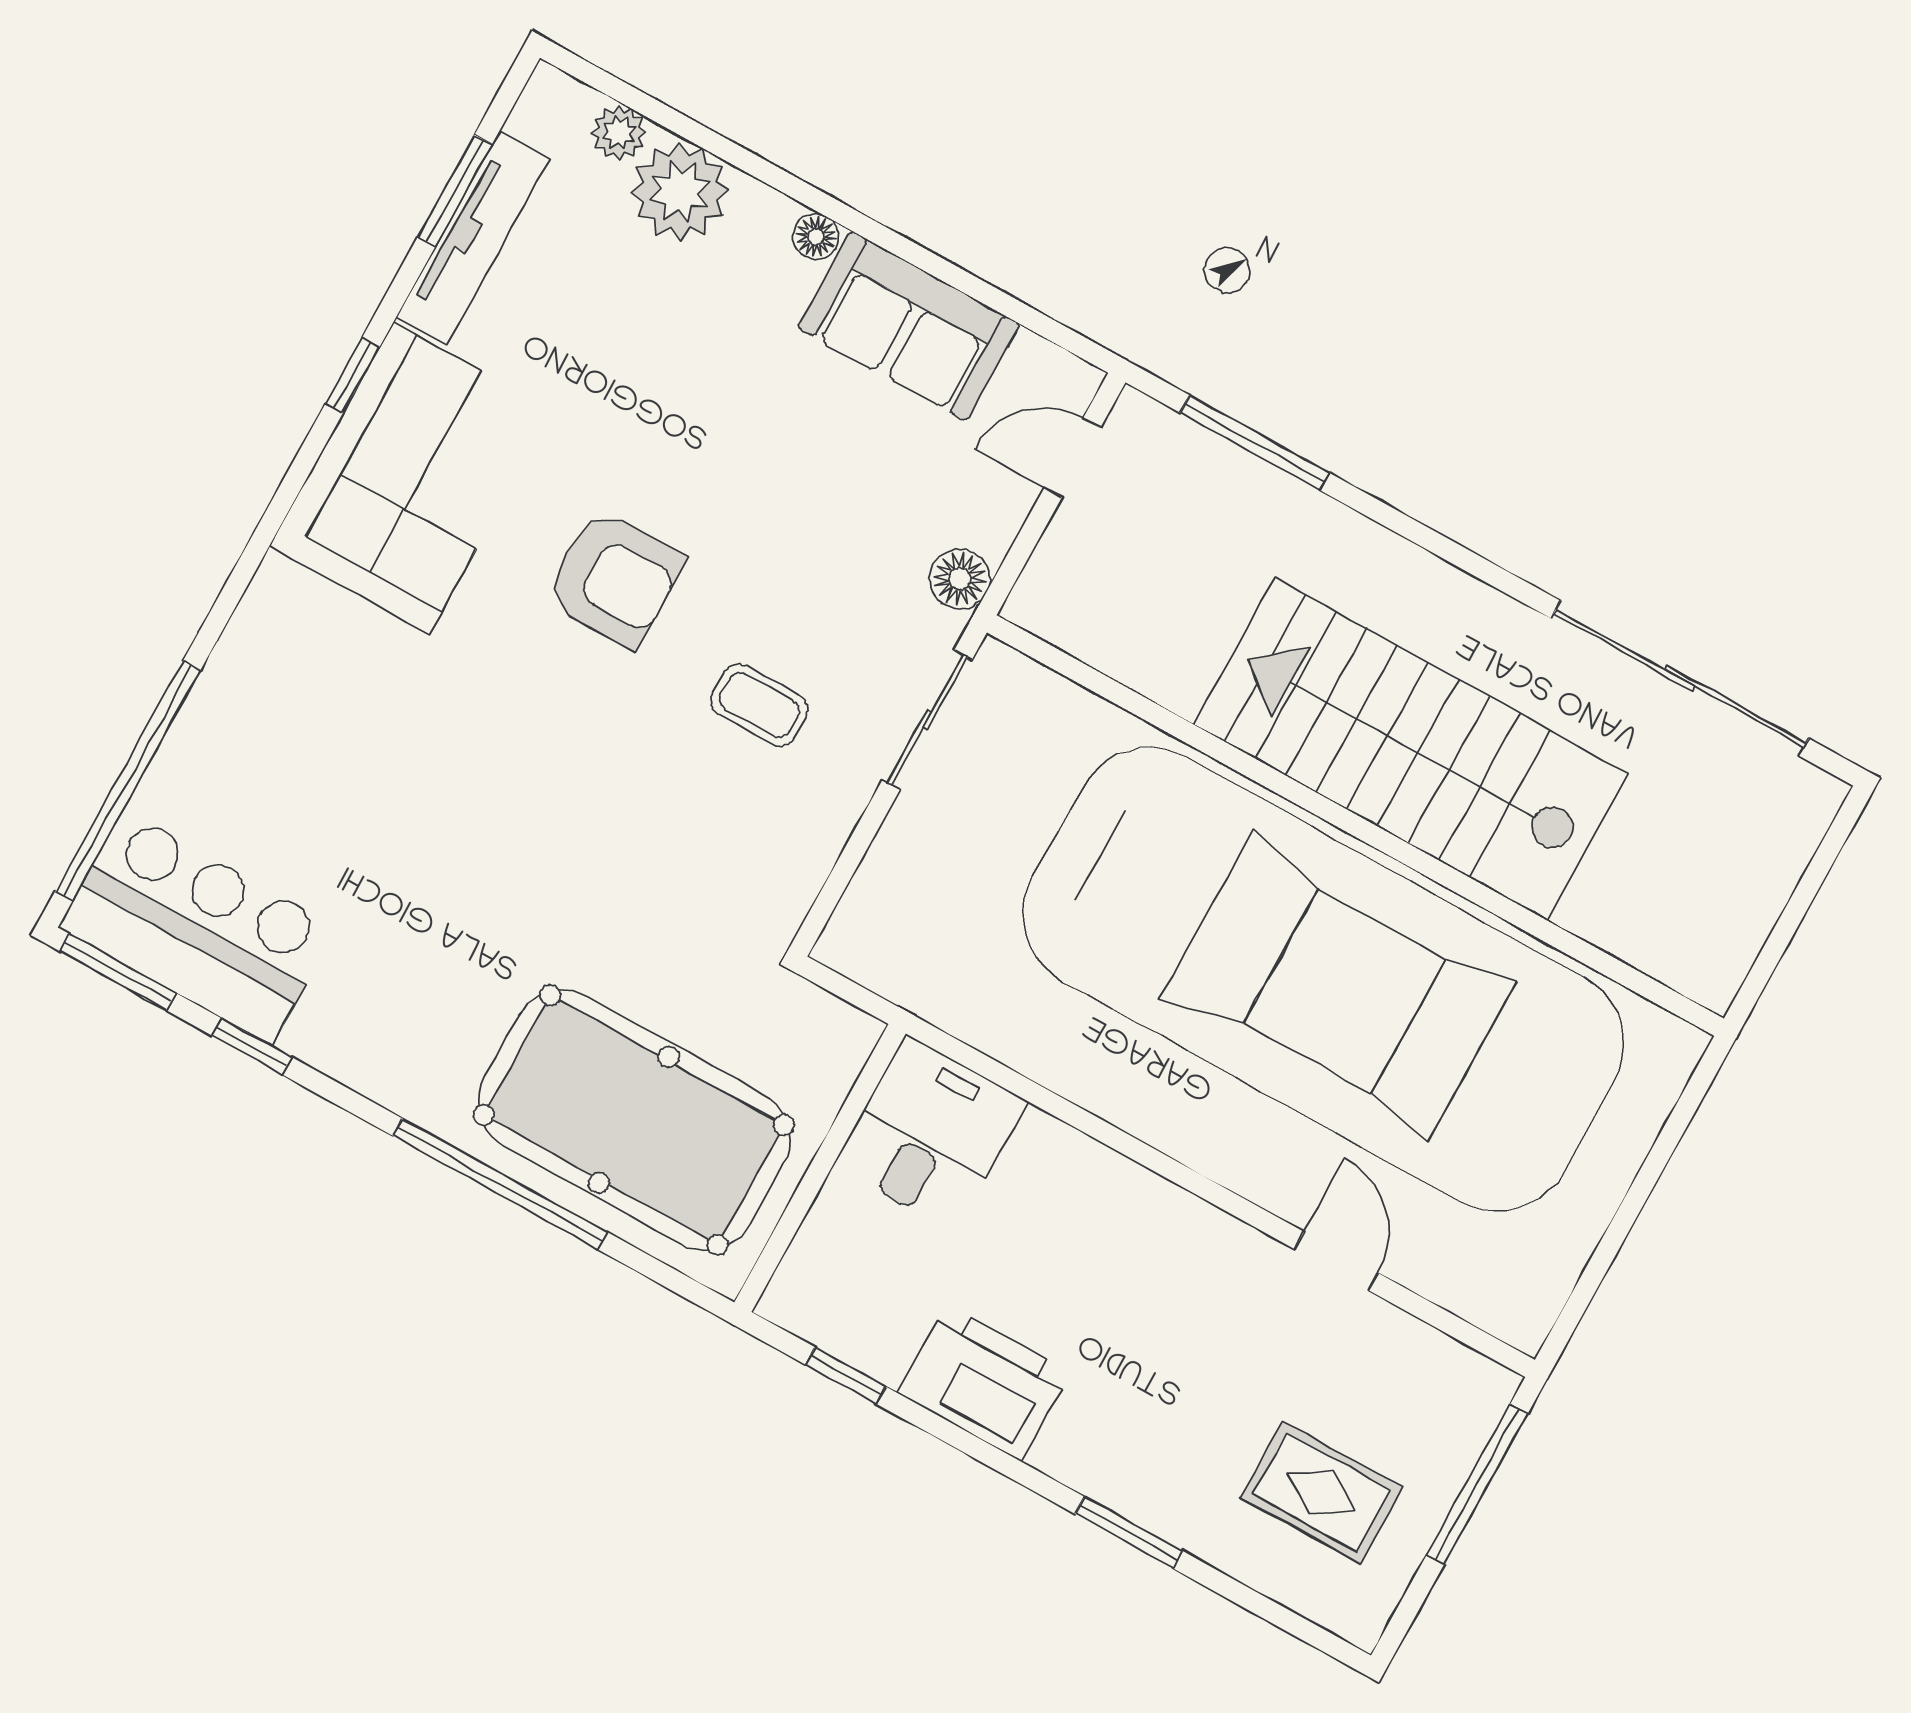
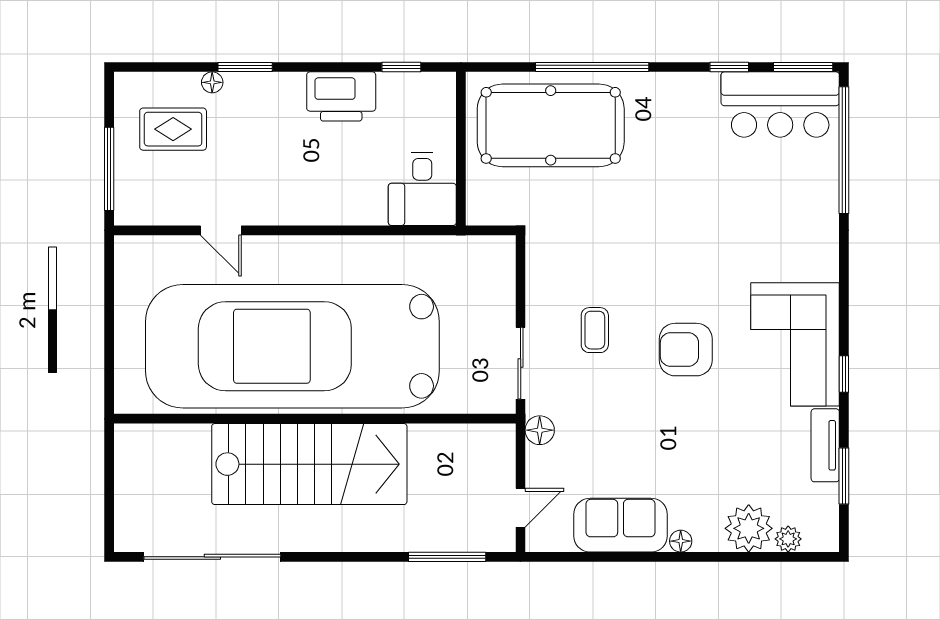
tv unit: (473, 238) -> (825, 445), width x0.71
coffee table: (759, 705) -> (595, 330), turned 90
floor lamp: (1204, 1538) -> (212, 82), added

